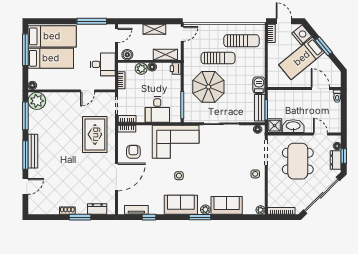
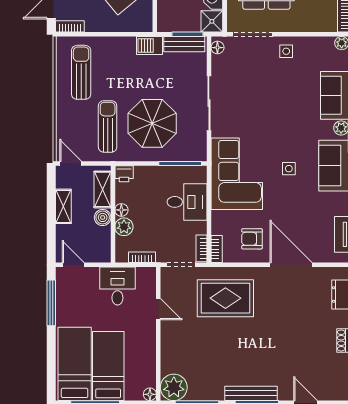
boiler: (127, 55) -> (103, 217), moved
sun lounger: (218, 58) -> (108, 126), moved

